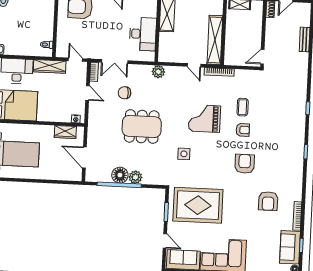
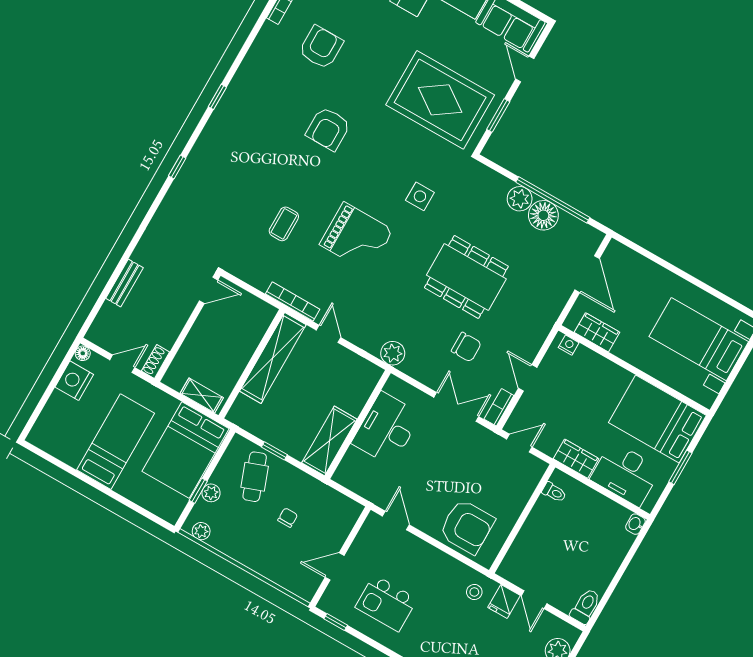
door: (75, 60) -> (519, 443), swing flipped
wardrobe: (50, 66) -> (576, 459), width x0.67
armchair: (243, 130) -> (303, 186), removed

